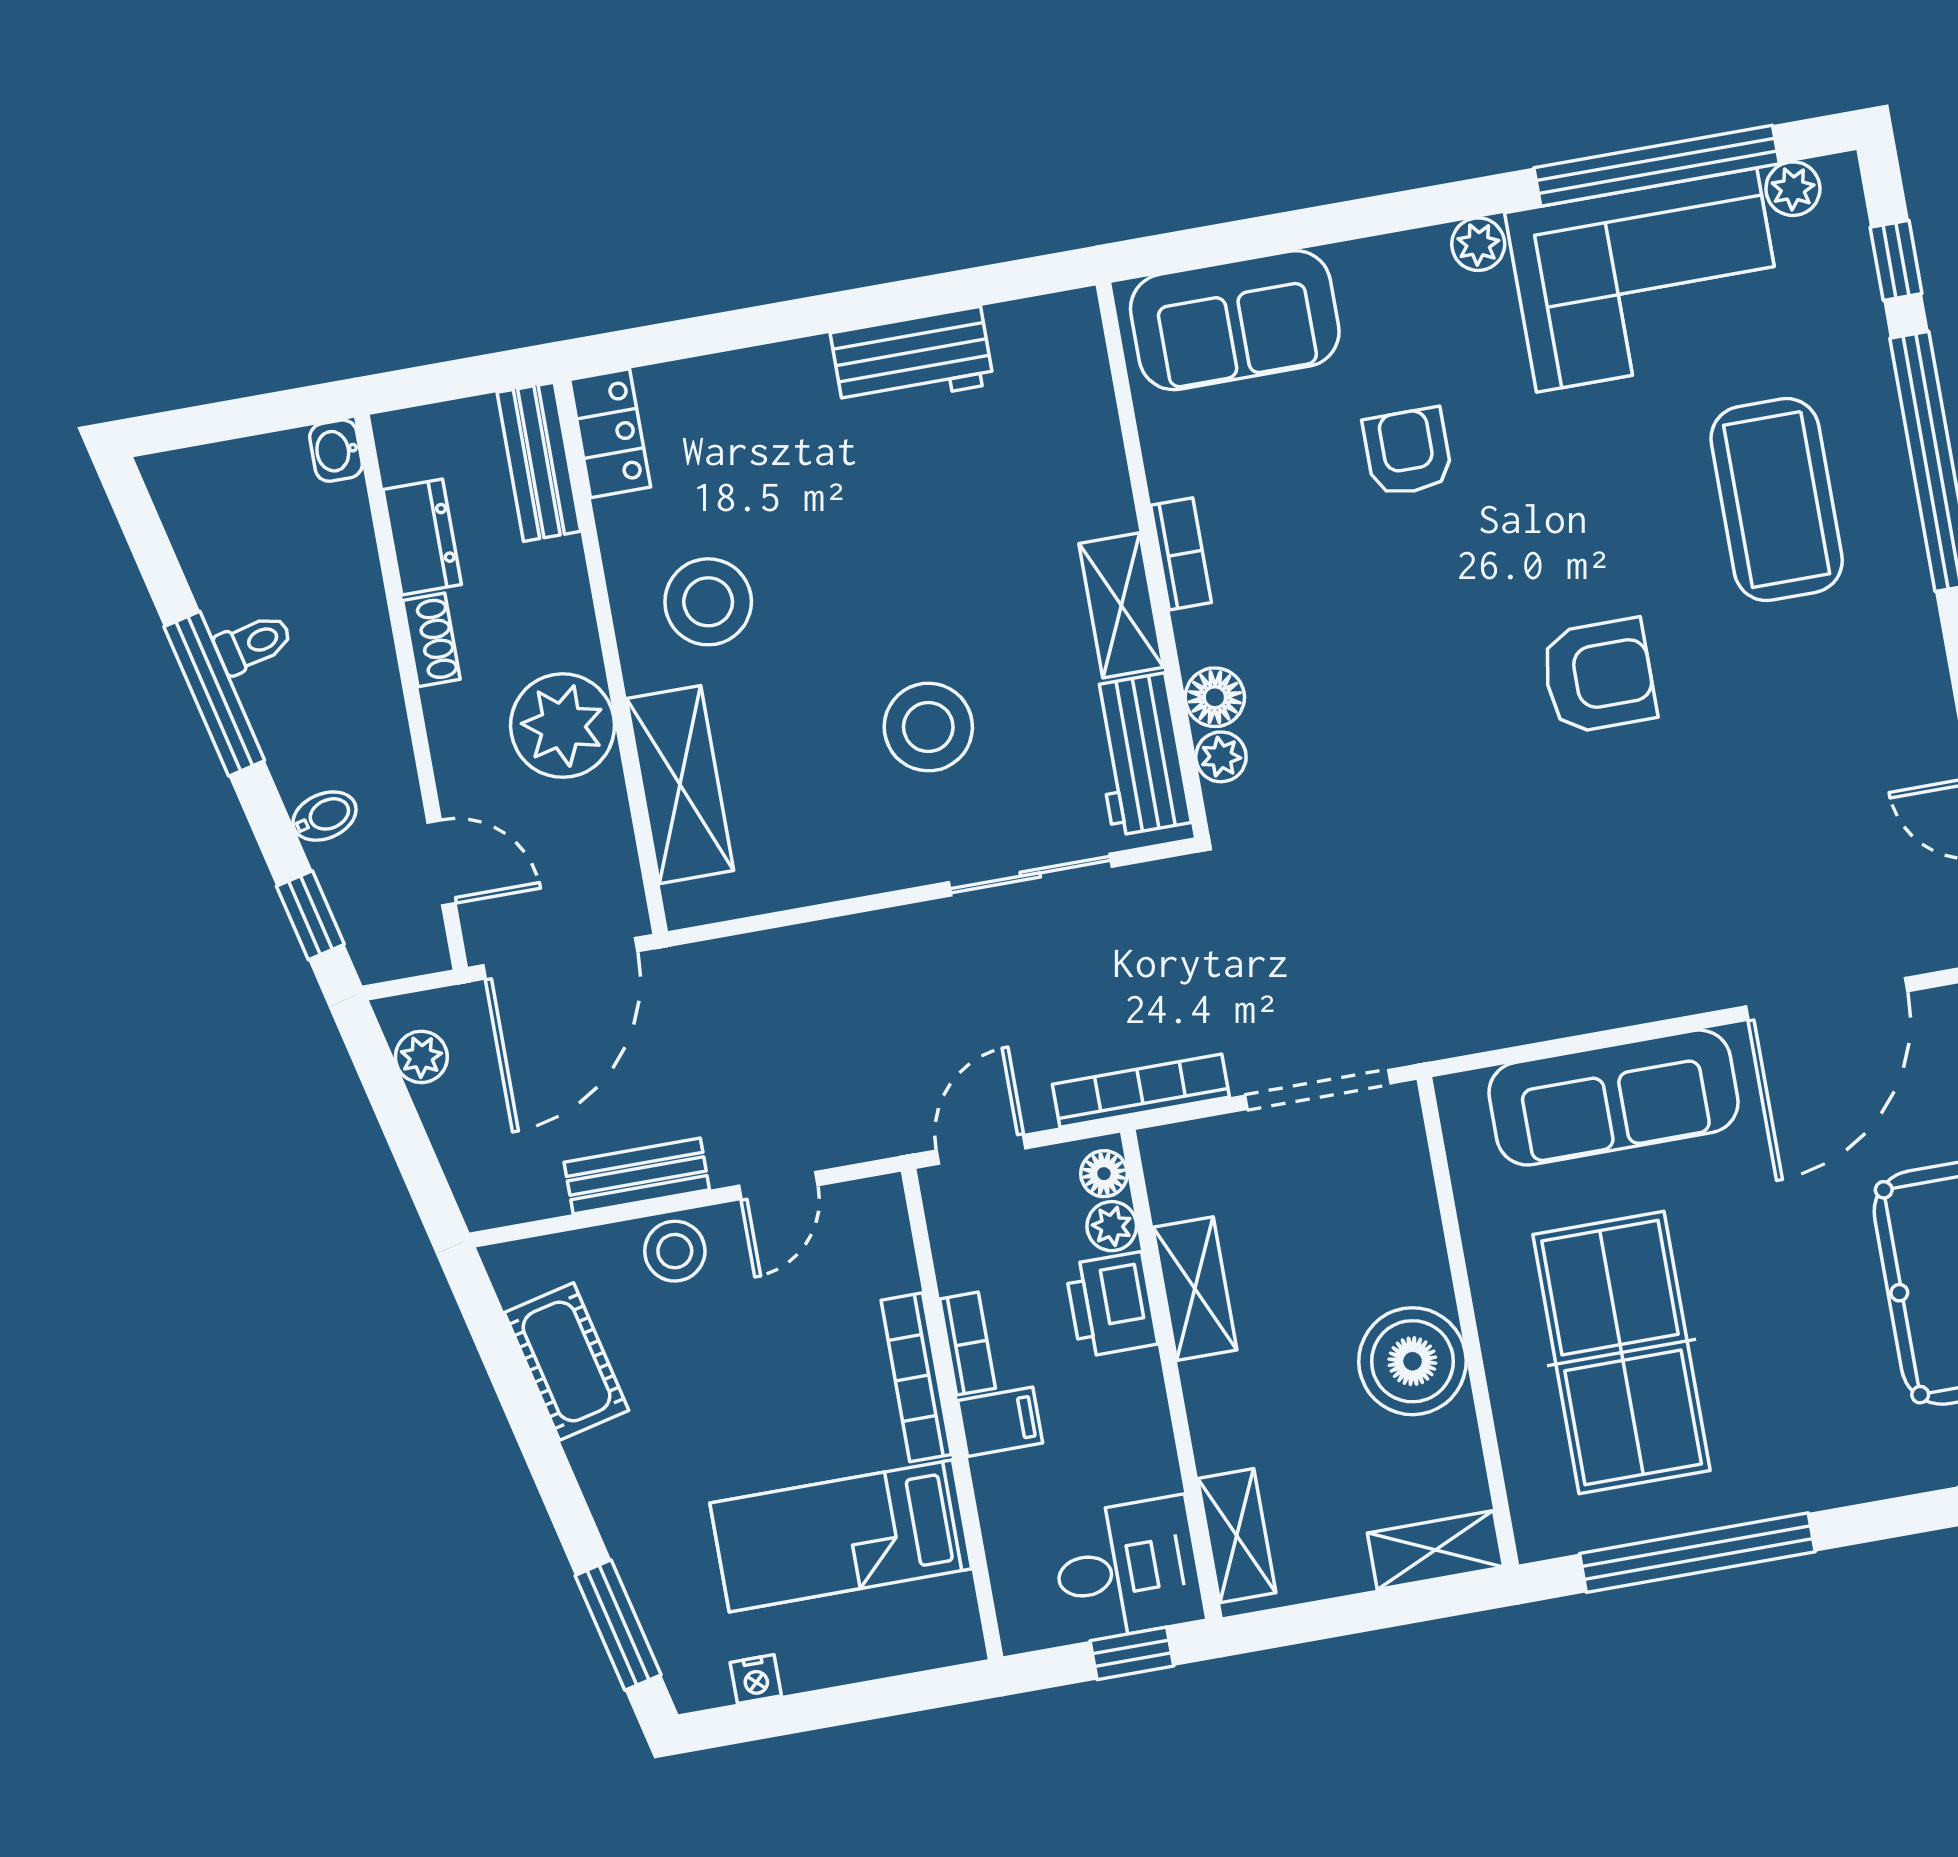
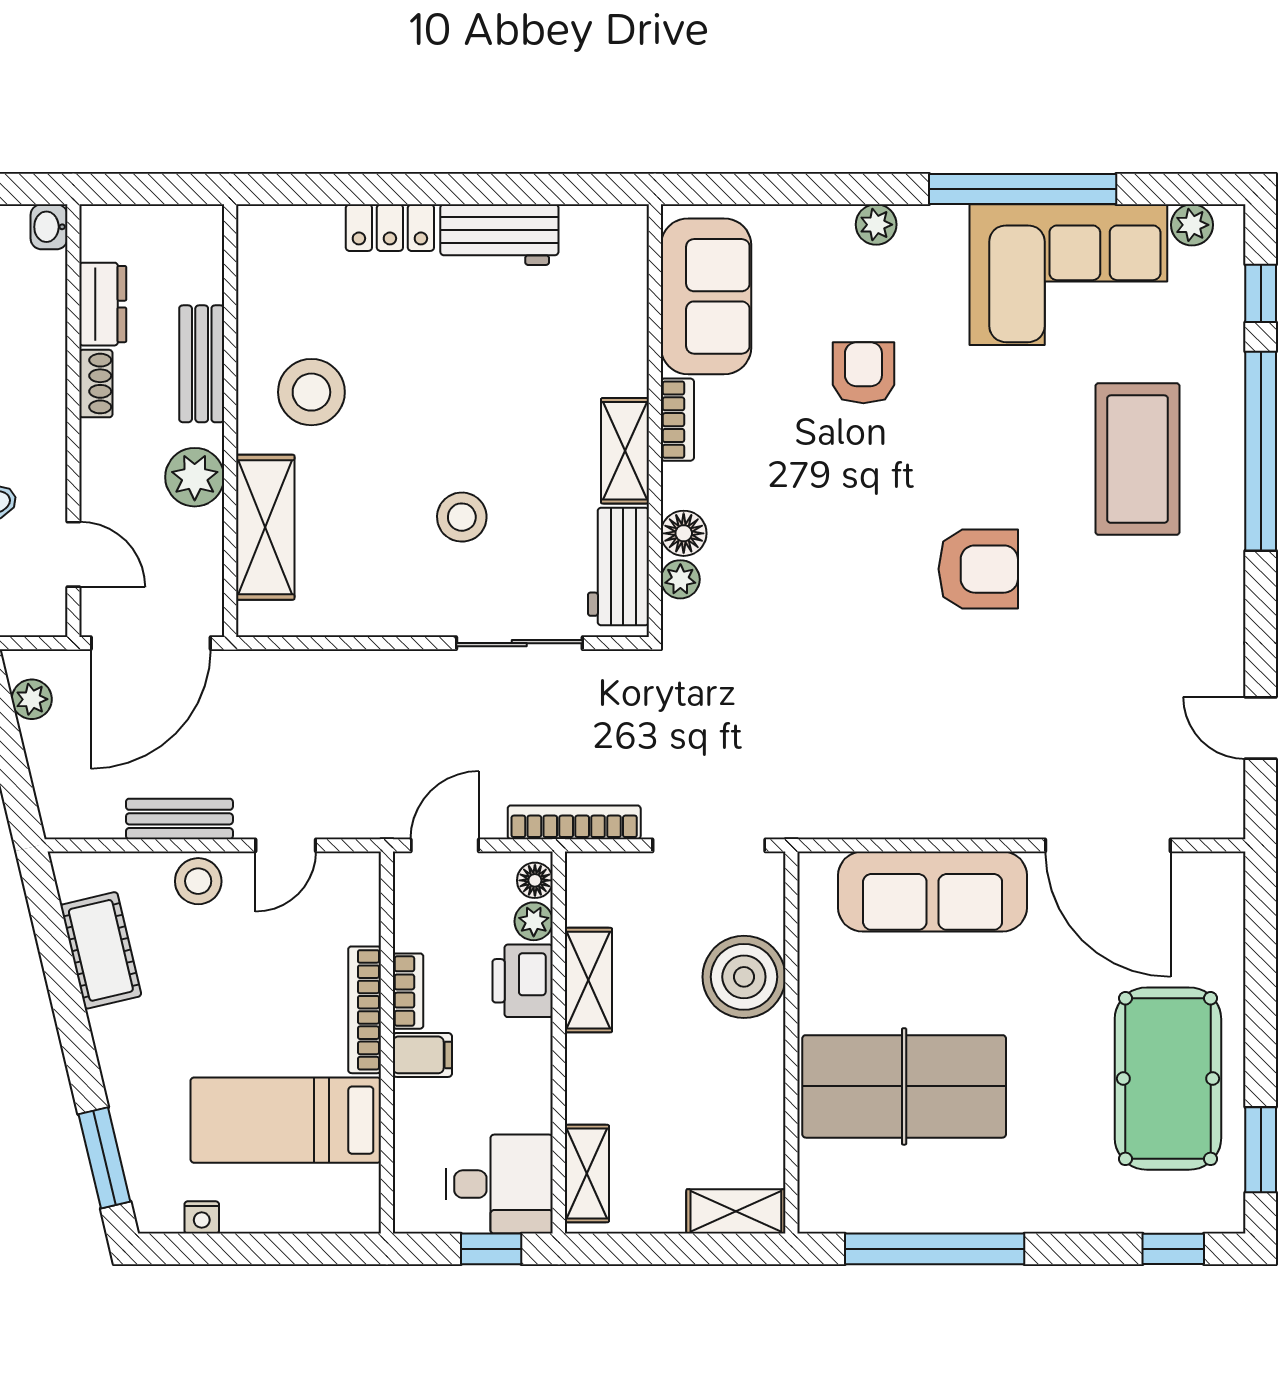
window: (1657, 166) -> (1023, 189), moved
plant: (1478, 244) -> (876, 225), moved
sofa: (1235, 320) -> (706, 296), moved, turned -90
locker: (610, 433) -> (390, 228), moved, turned 90
bench: (539, 462) -> (202, 364), moved
plant: (563, 726) -> (195, 477), width x0.73, depth x0.73
stool: (928, 727) -> (462, 517), width x0.73, depth x0.73
door: (1827, 999) -> (1108, 845), hinge flipped
table tennis table: (1622, 1352) -> (904, 1086), turned 90
boiler: (1412, 1361) -> (744, 977), moved

